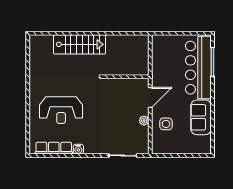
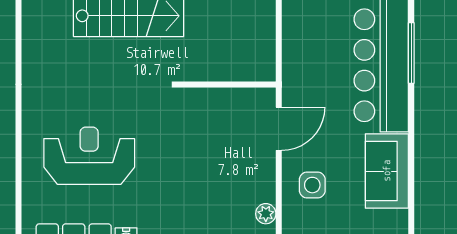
reception desk: (61, 110) -> (89, 156), turned 180
plant: (144, 121) -> (266, 214), moved

